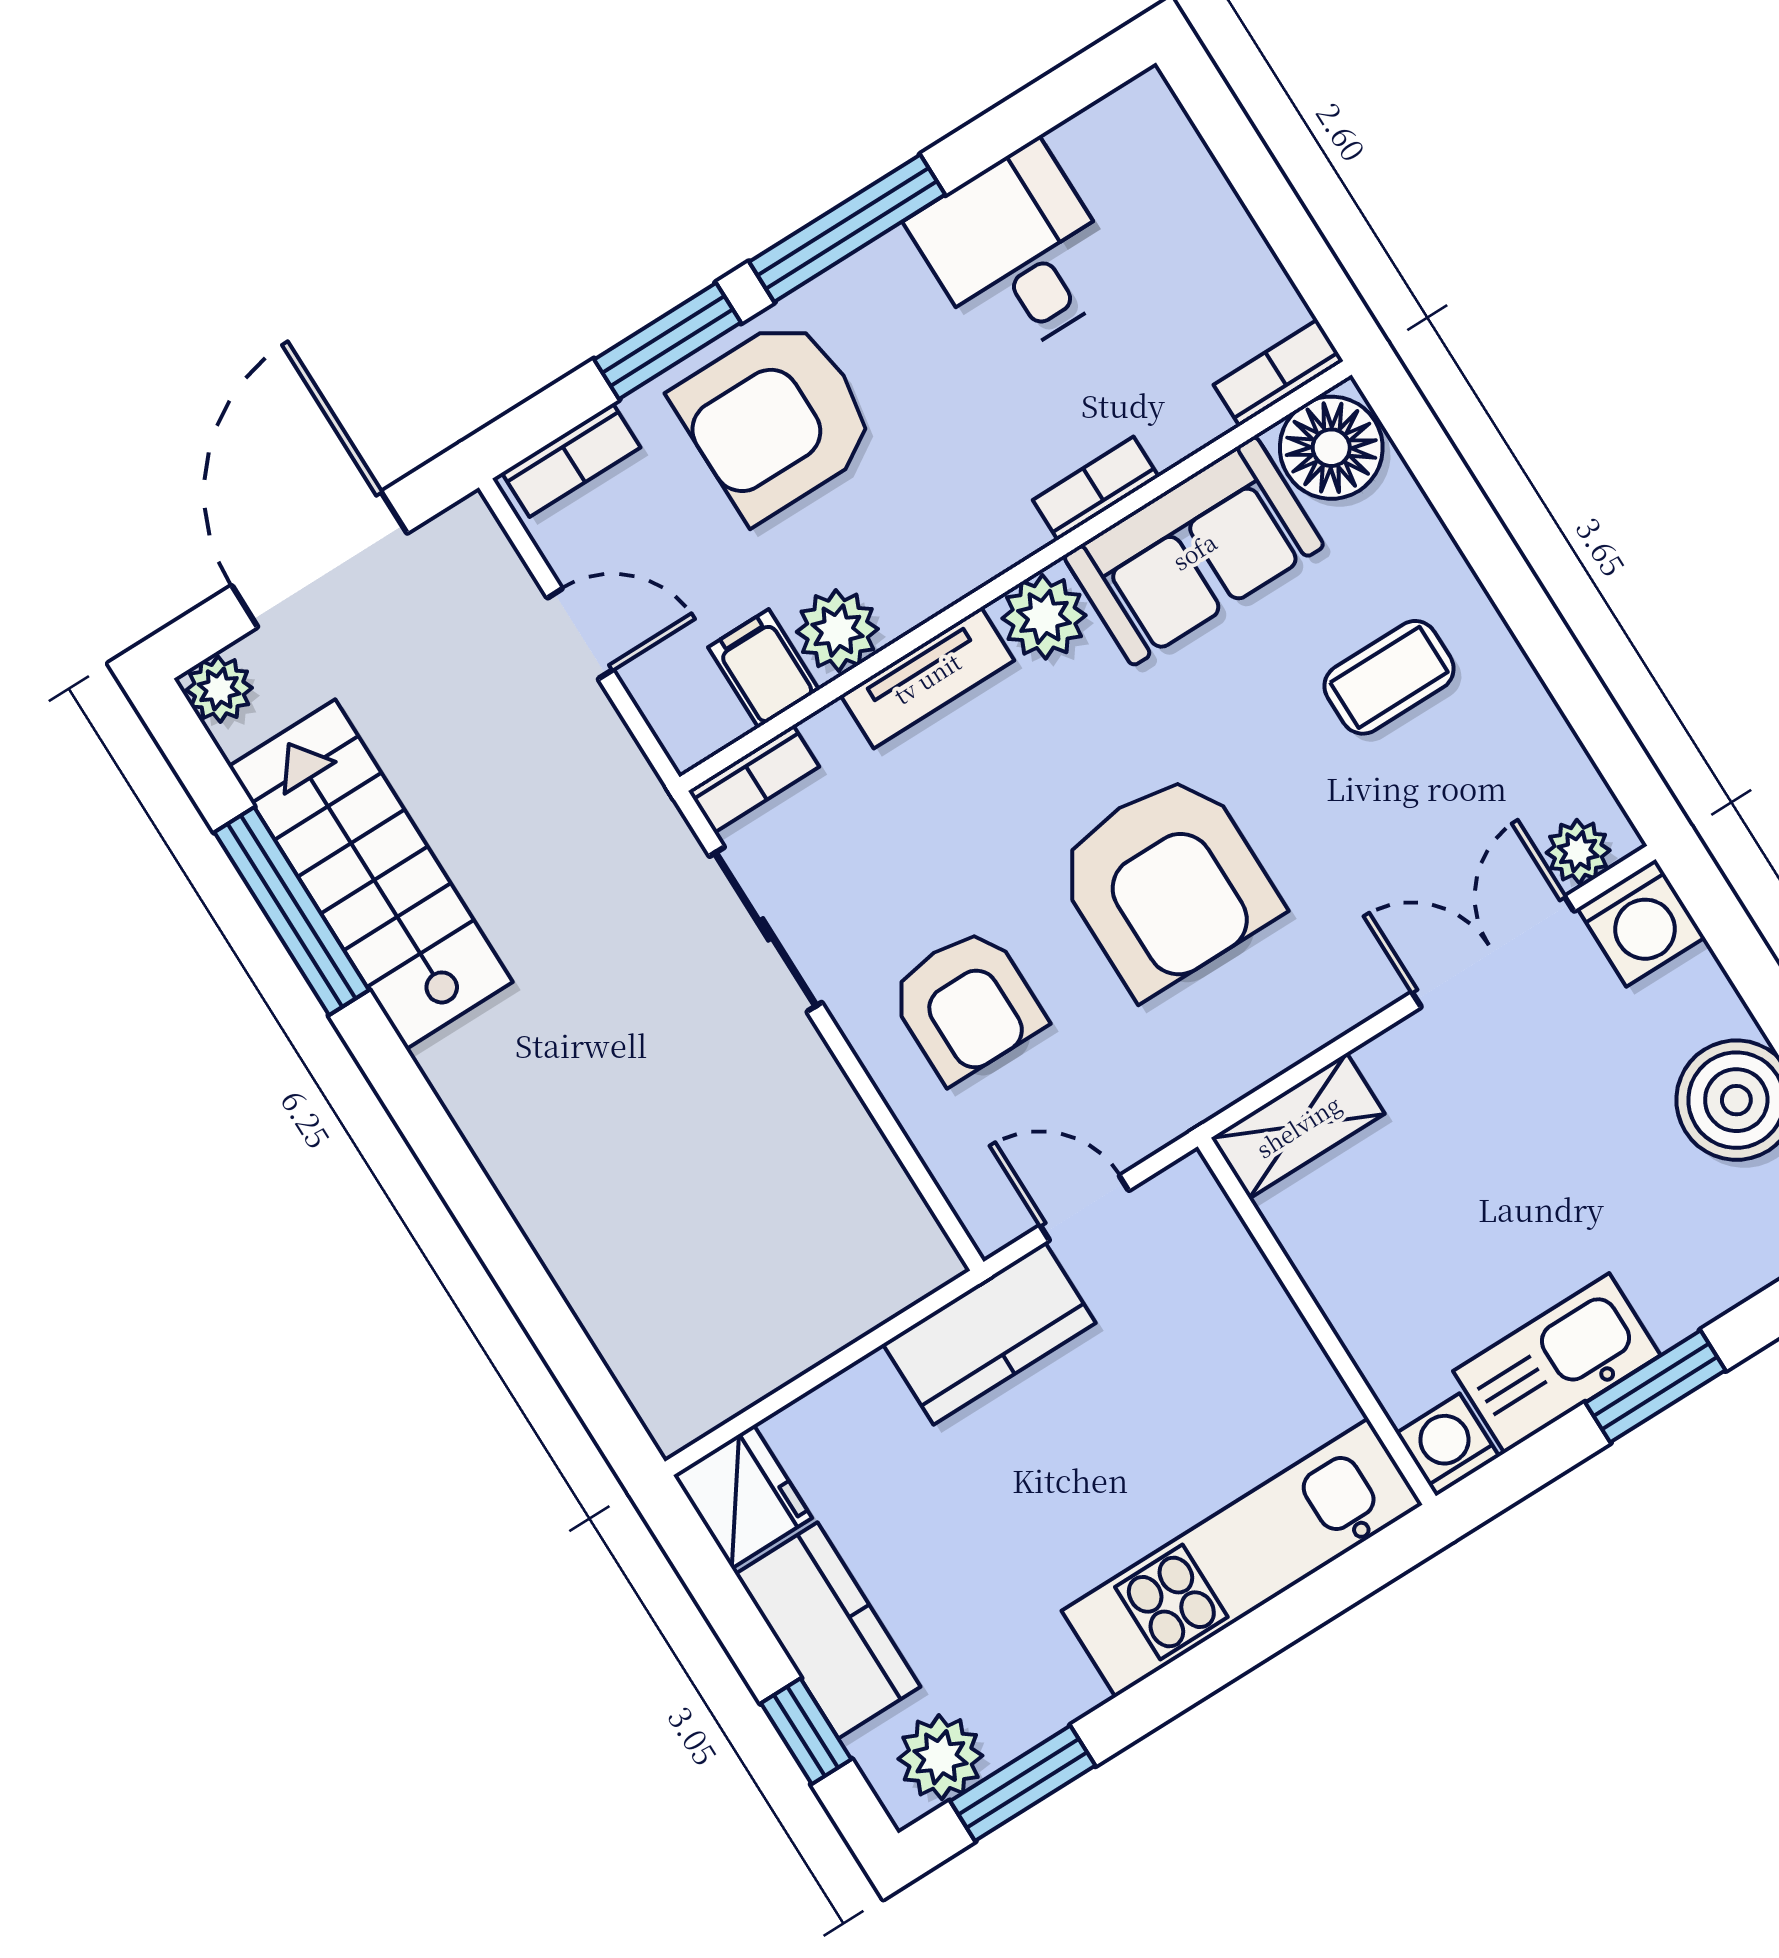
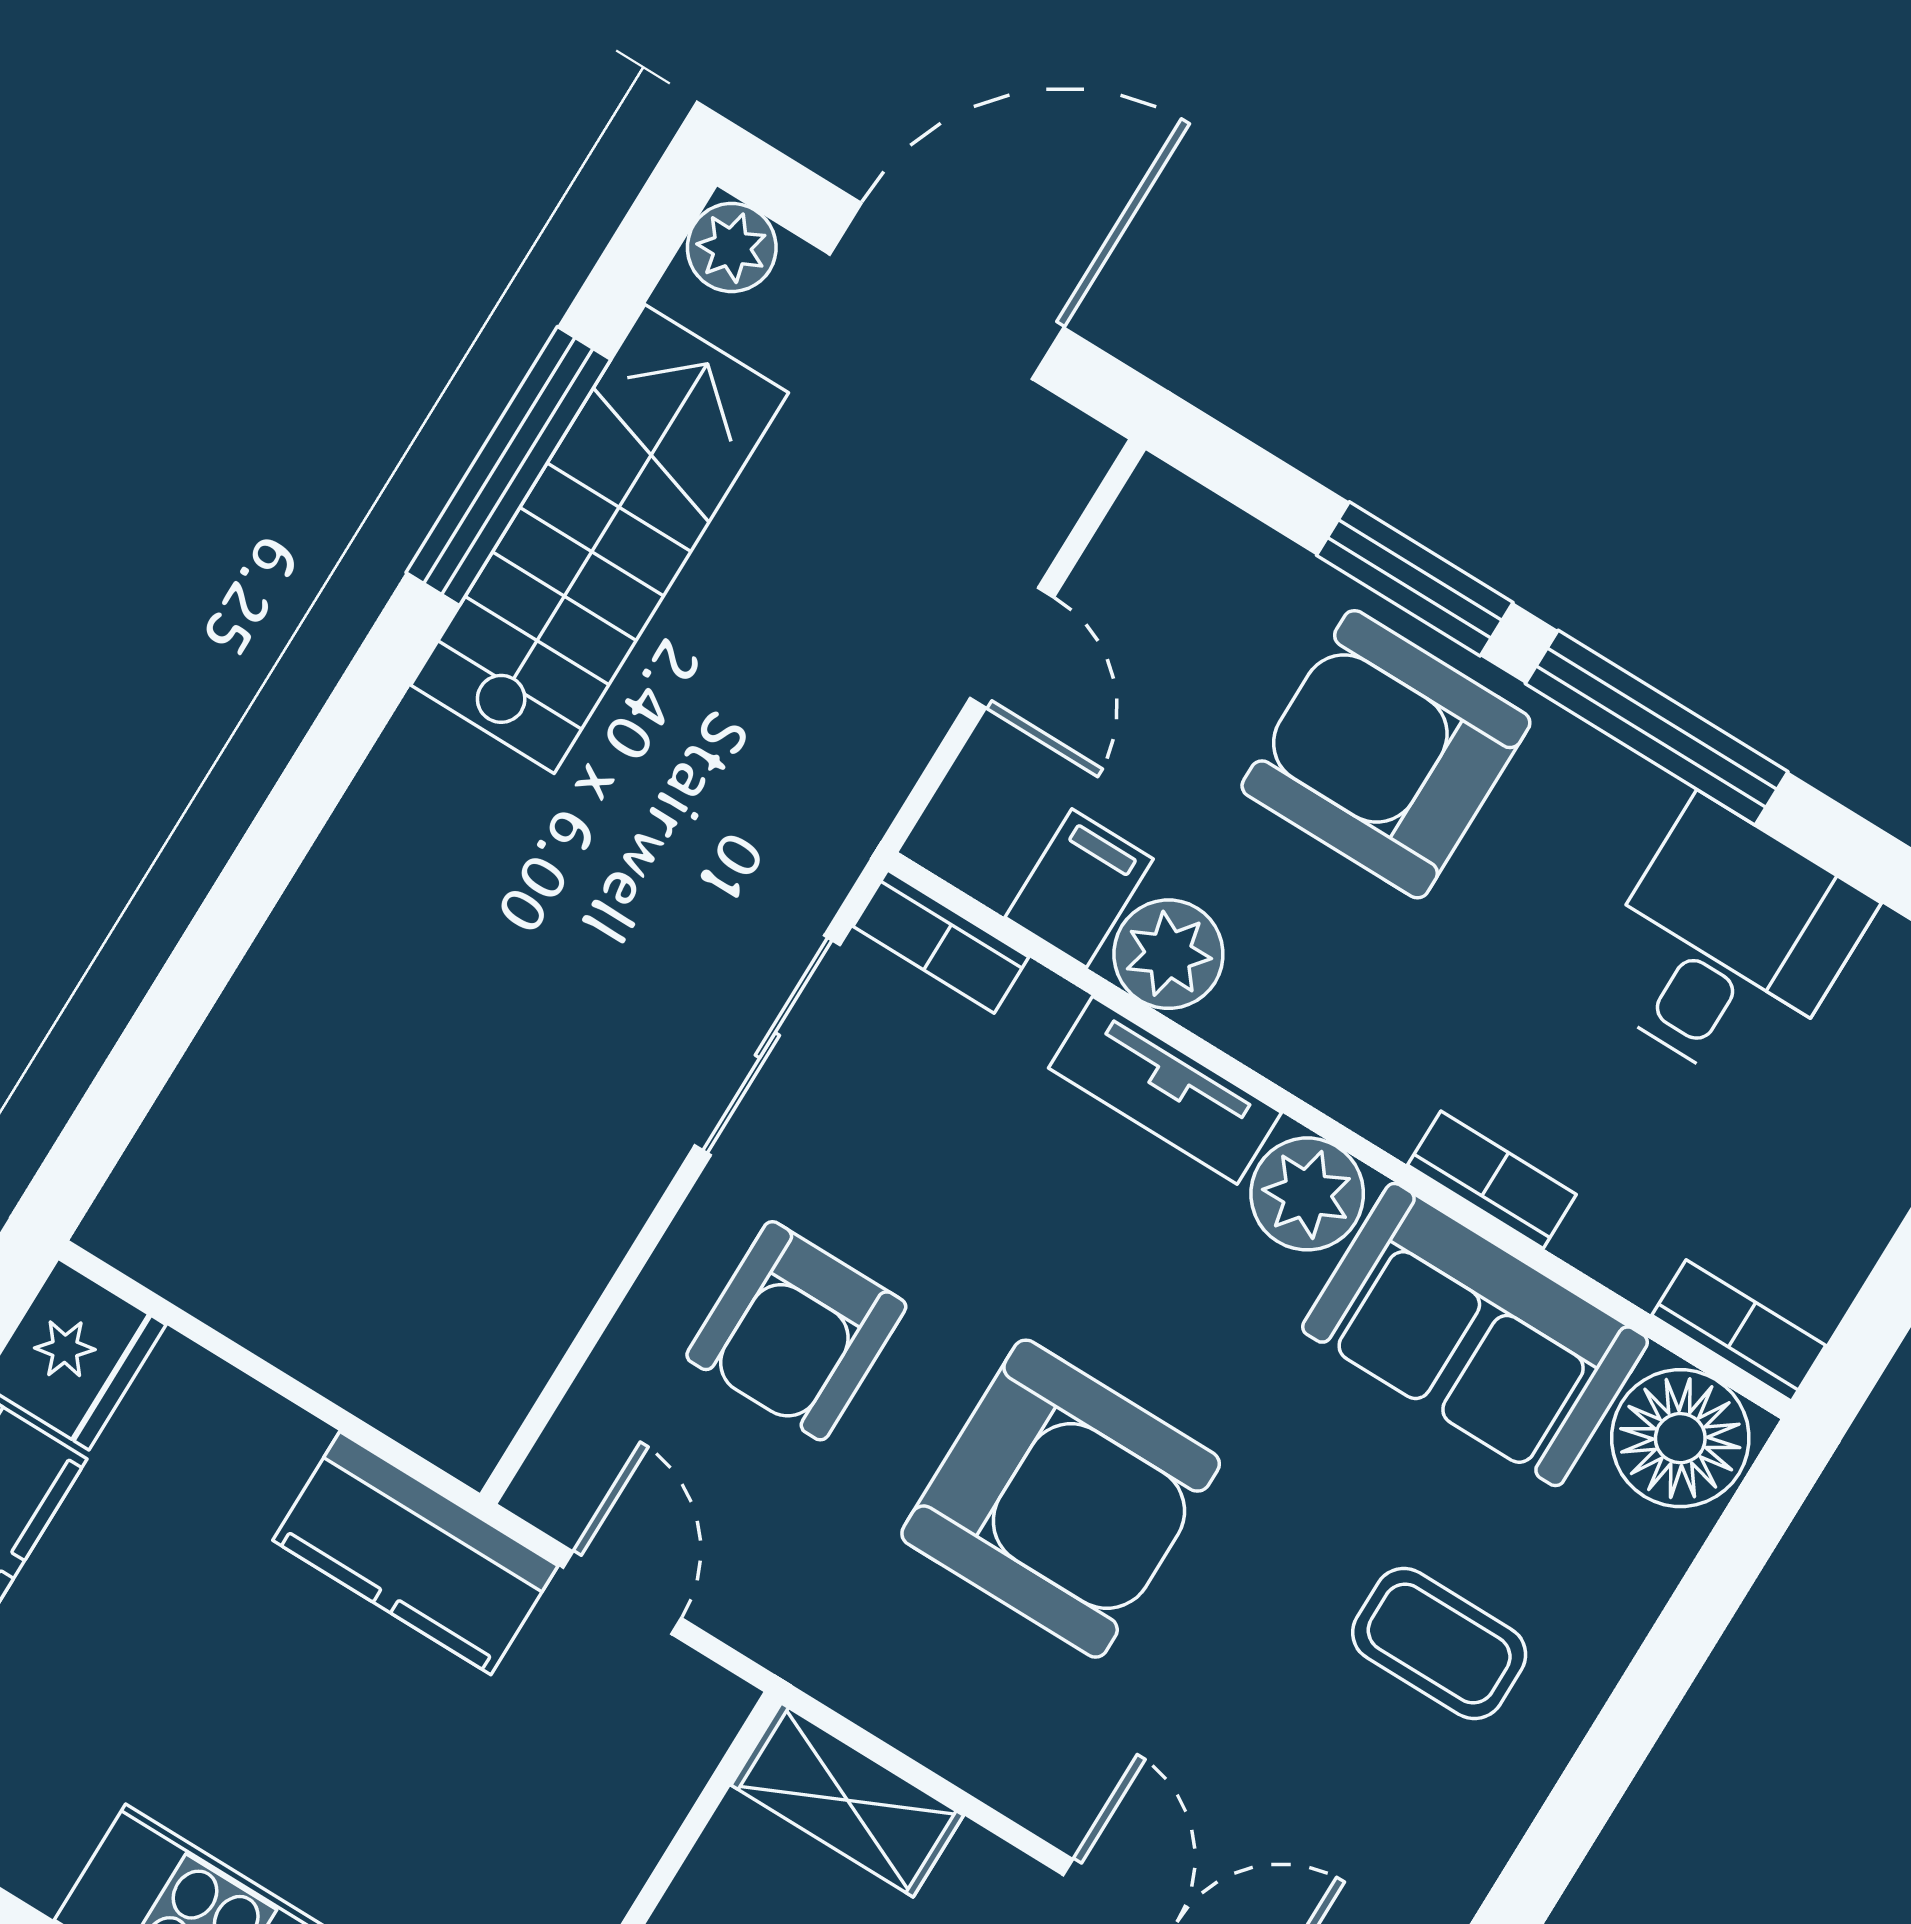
bookcase: (571, 460) -> (1215, 534), removed
armchair: (1166, 883) -> (1061, 1499), turned -90

